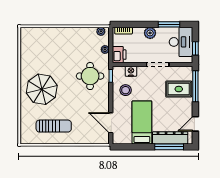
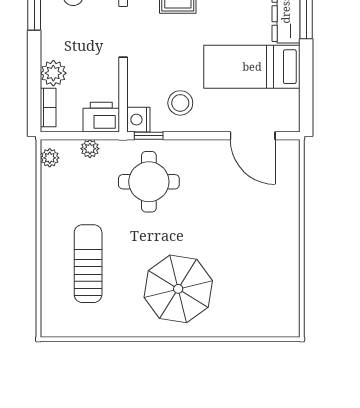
plant: (150, 33) -> (53, 73), moved
nightstand: (131, 71) -> (138, 120), moved
door: (111, 123) -> (253, 136), hinge flipped
sun lounger: (54, 126) -> (88, 264), moved

